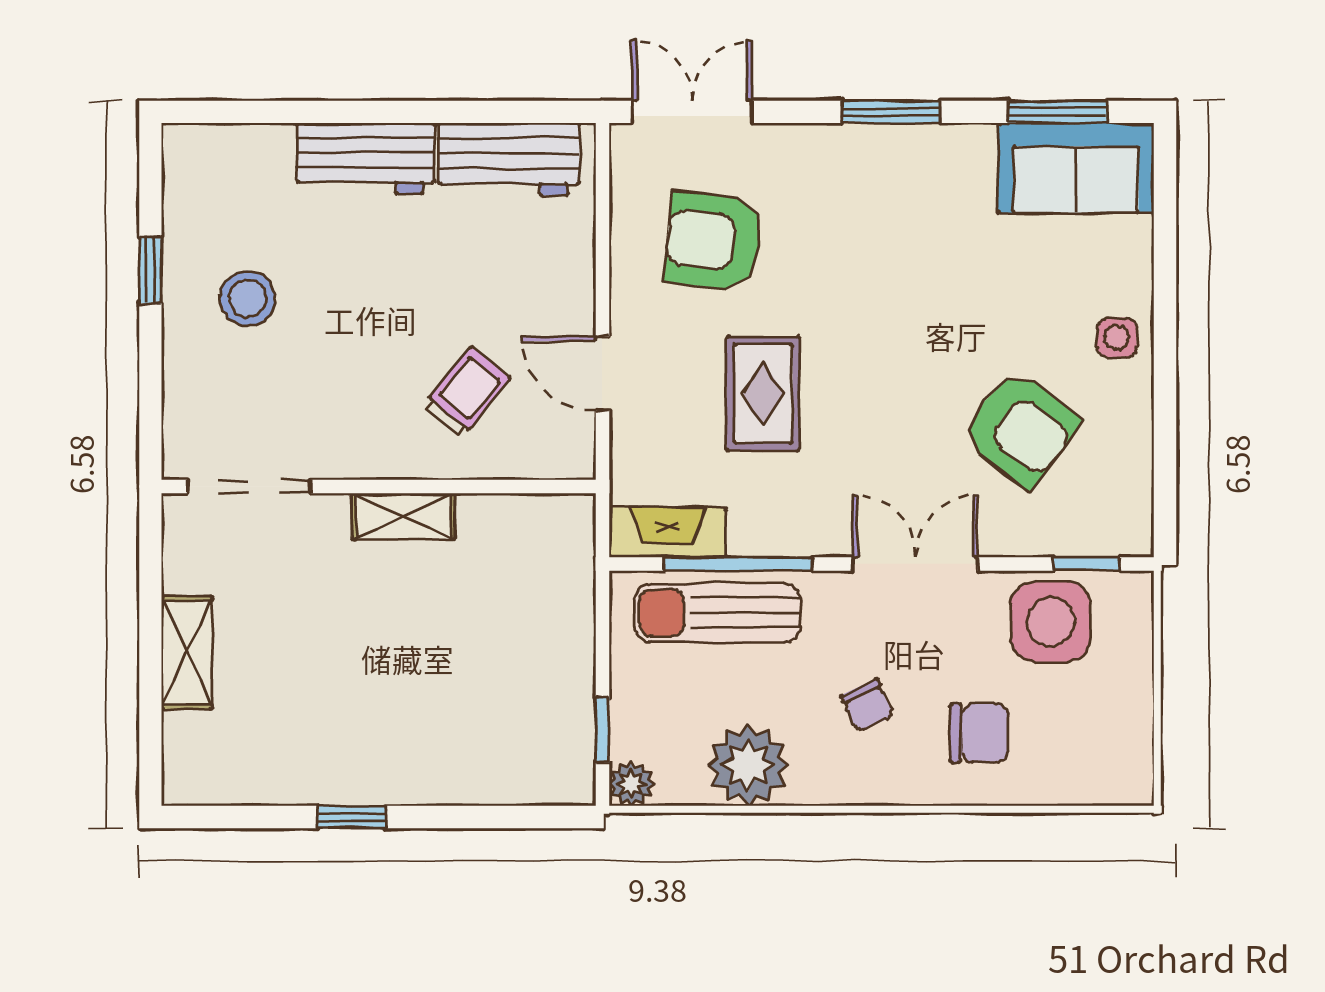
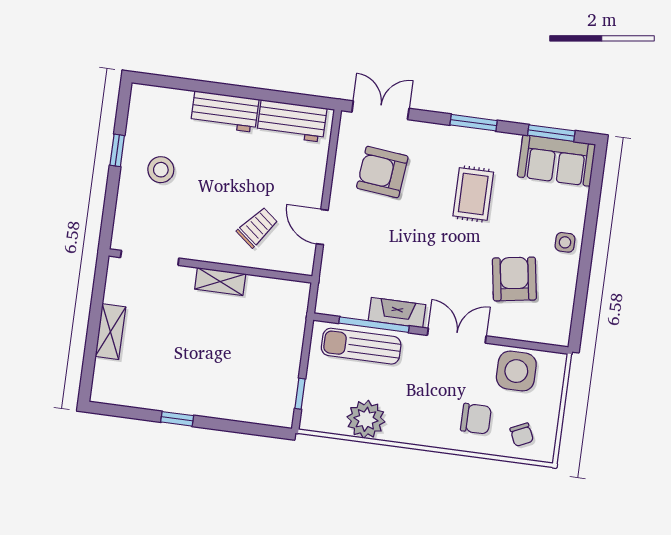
rug: (763, 393) -> (473, 194), moved
armchair: (1021, 429) -> (514, 279), turned -136
fireplace: (667, 532) -> (397, 313), moved
window: (1086, 564) -> (537, 346), removed
chair: (867, 705) -> (522, 435), moved
plant: (631, 784) -> (310, 421), removed

